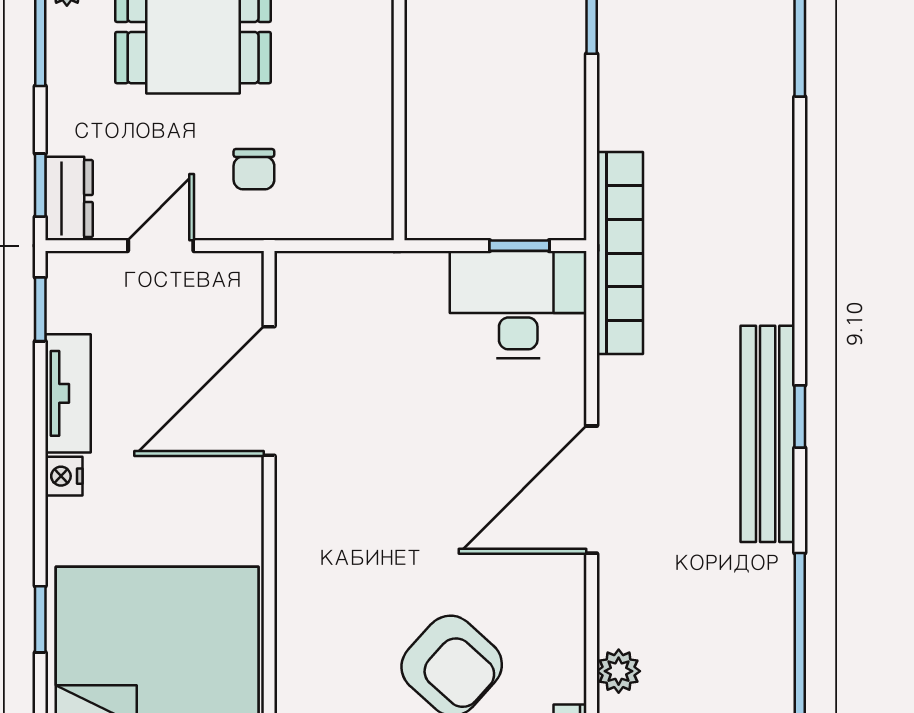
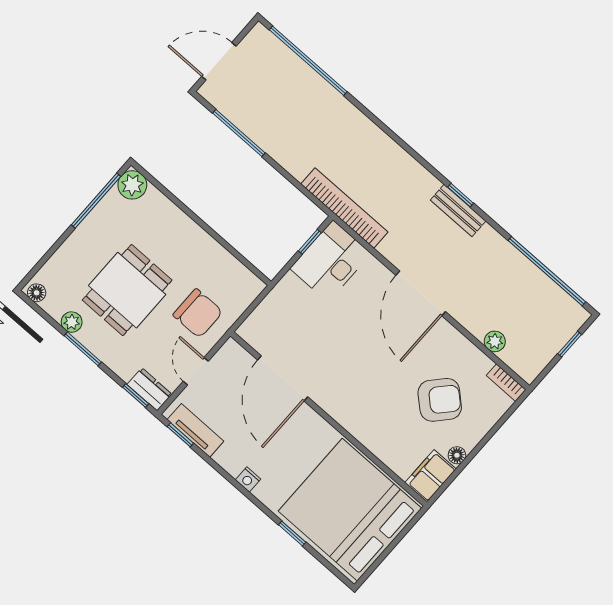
chair: (254, 169) -> (198, 313), width x1.87, depth x1.87
tv unit: (68, 393) -> (195, 430), moved
bench: (768, 434) -> (458, 210), width x0.54, depth x0.82

